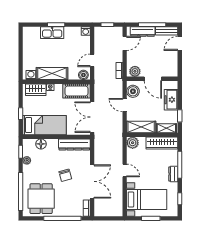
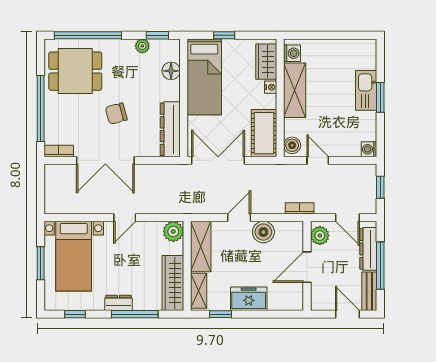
plant: (135, 71) -> (320, 236), moved
wall: (152, 79) -> (307, 266), moved
door: (153, 79) -> (307, 267), moved

